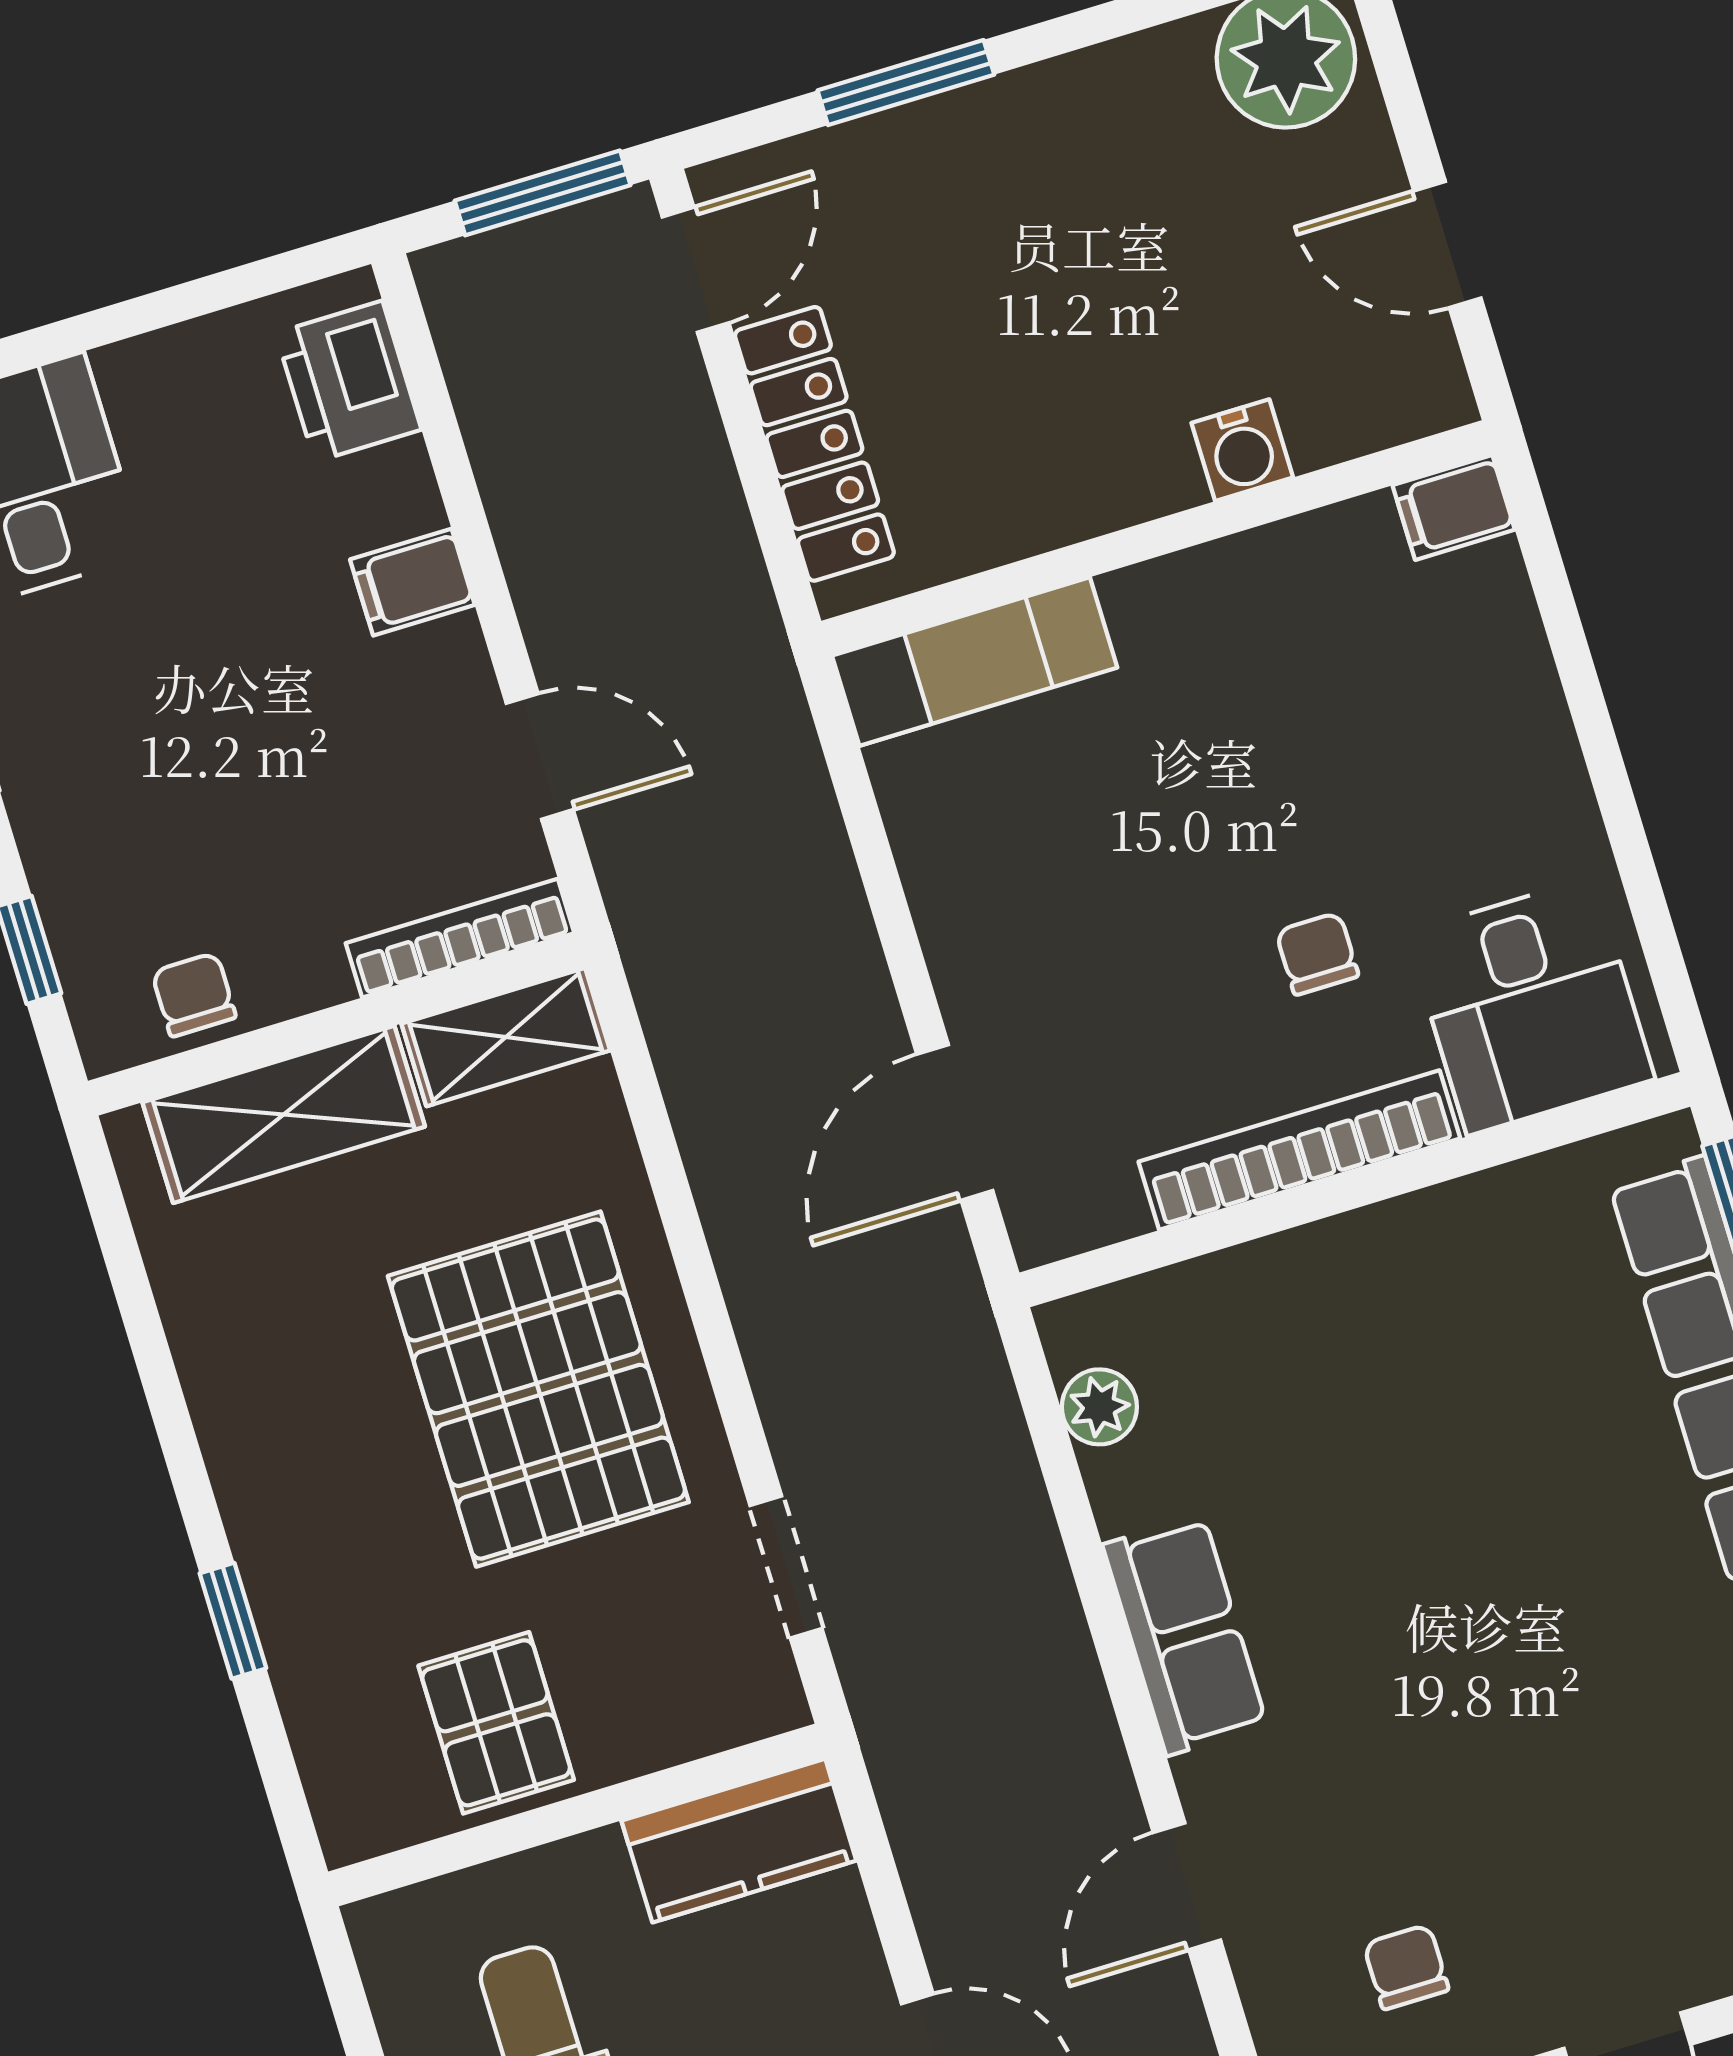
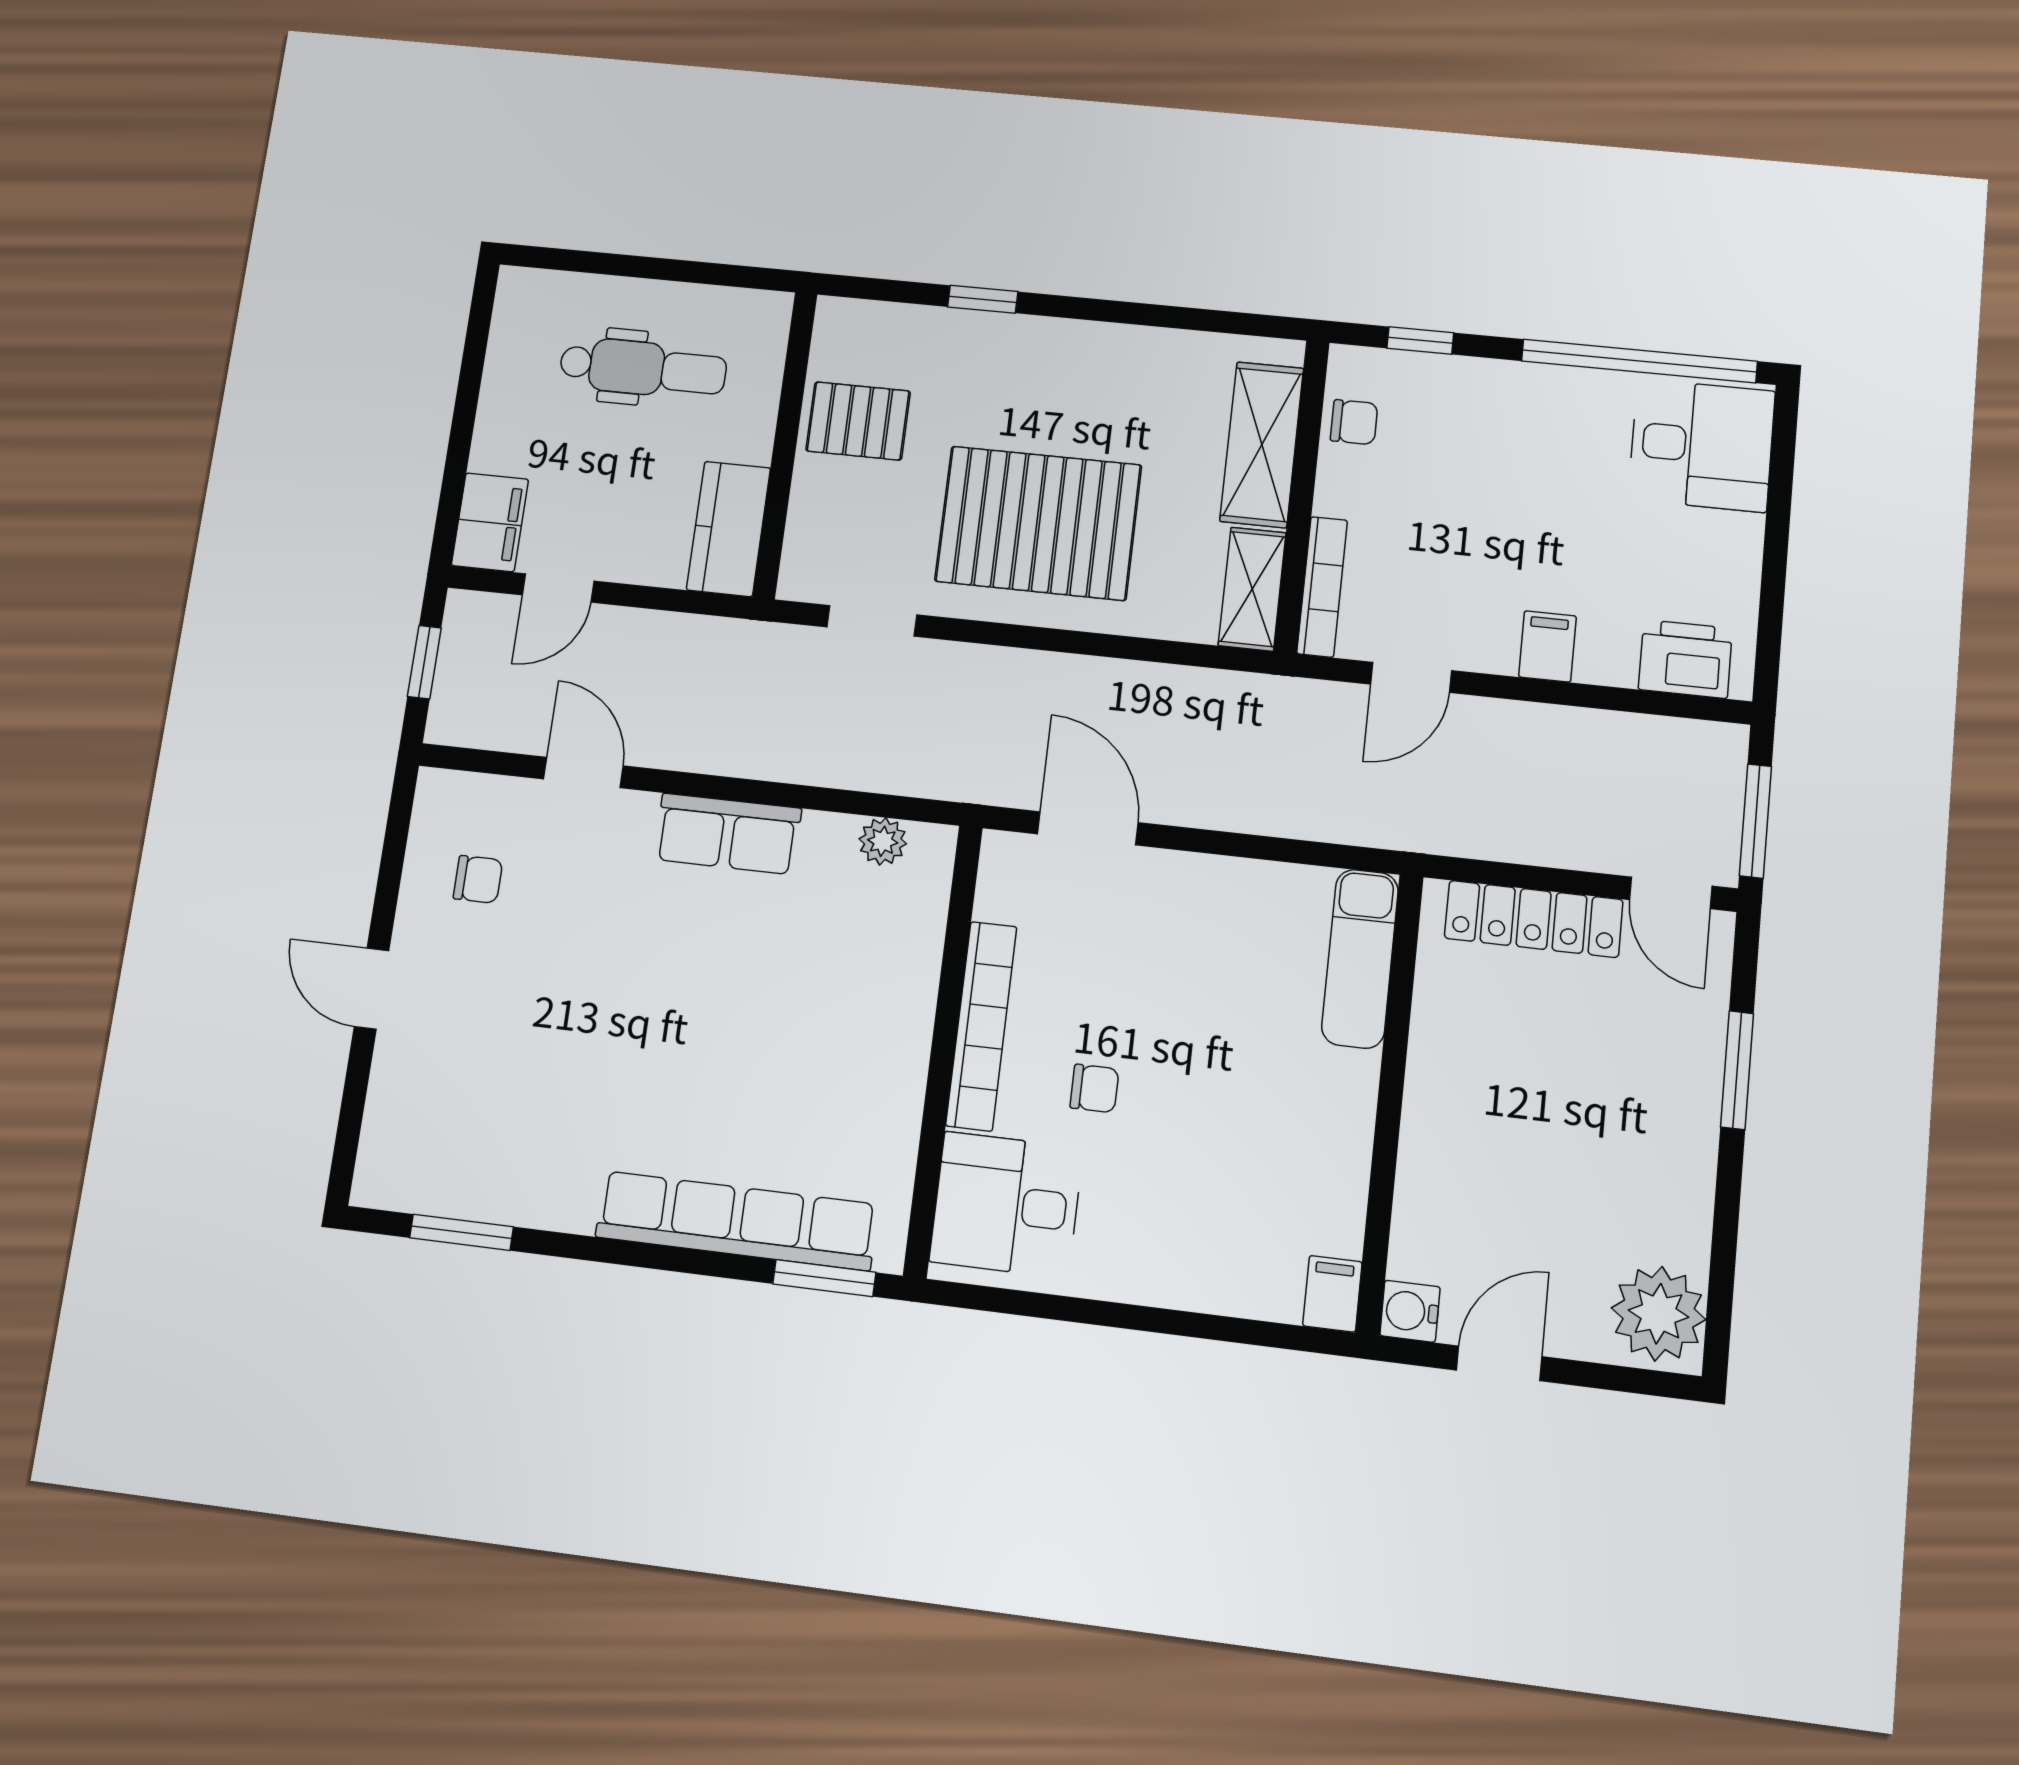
water cooler: (1242, 450) -> (1410, 1311), moved

